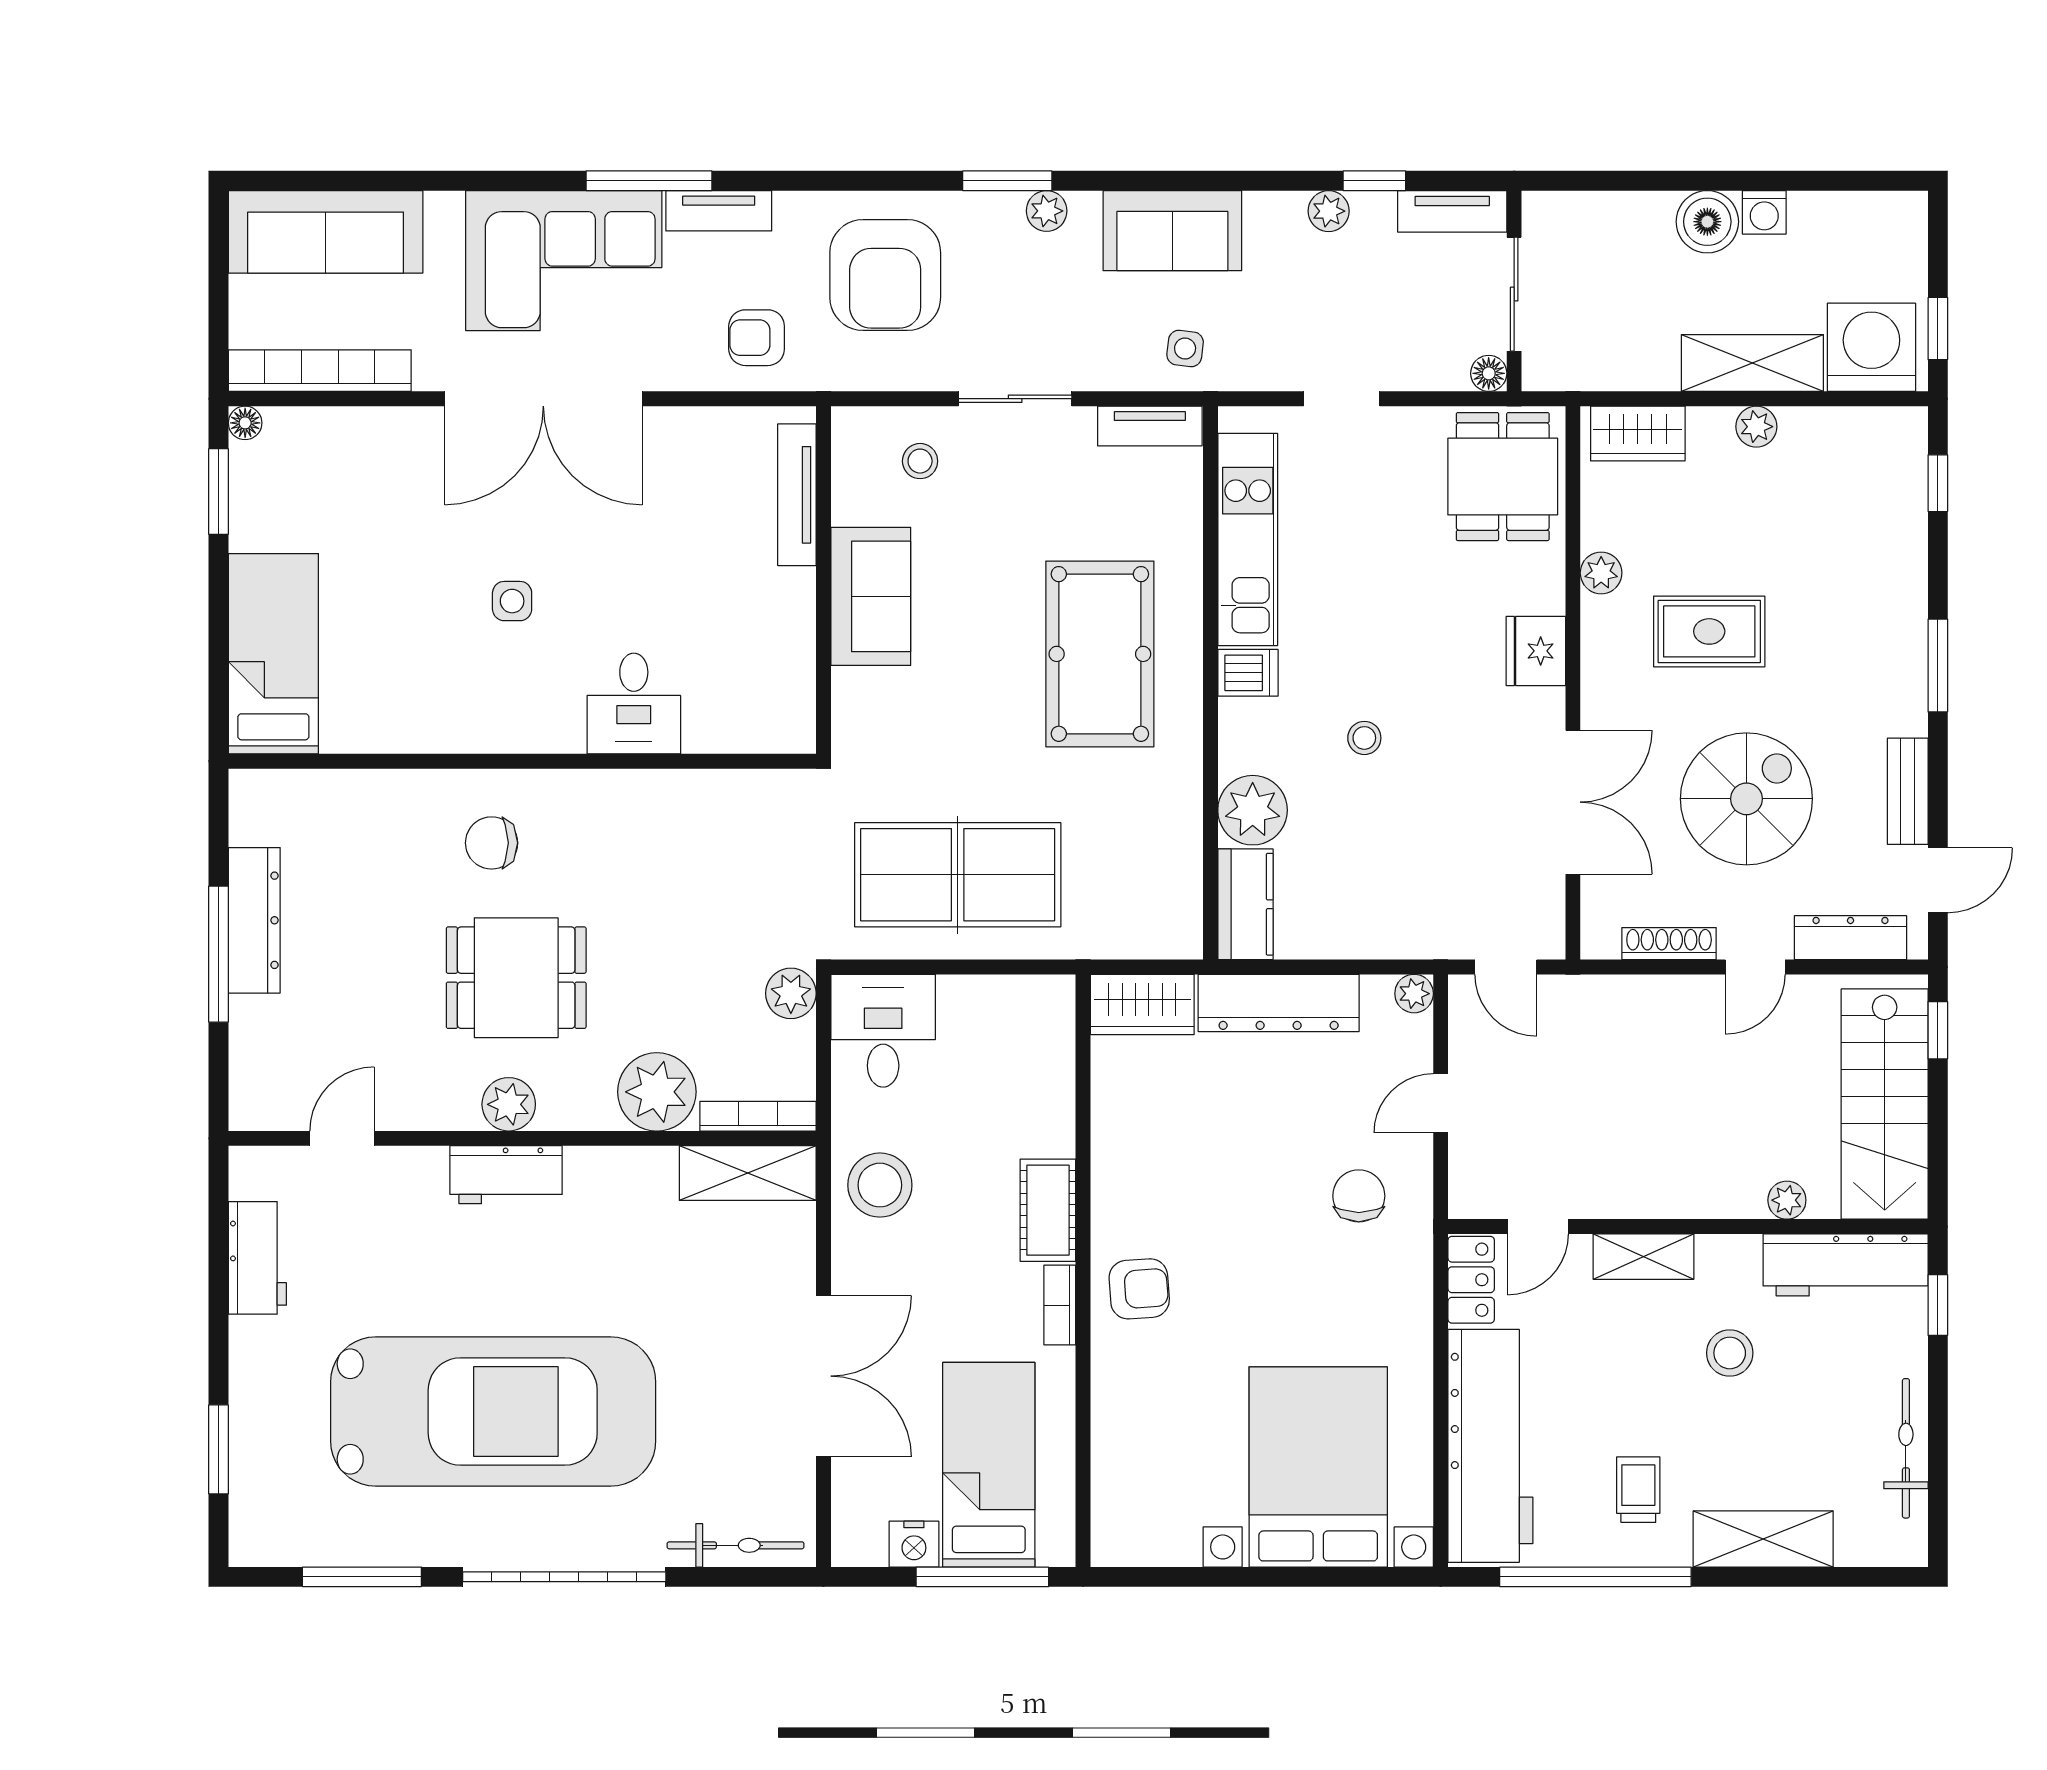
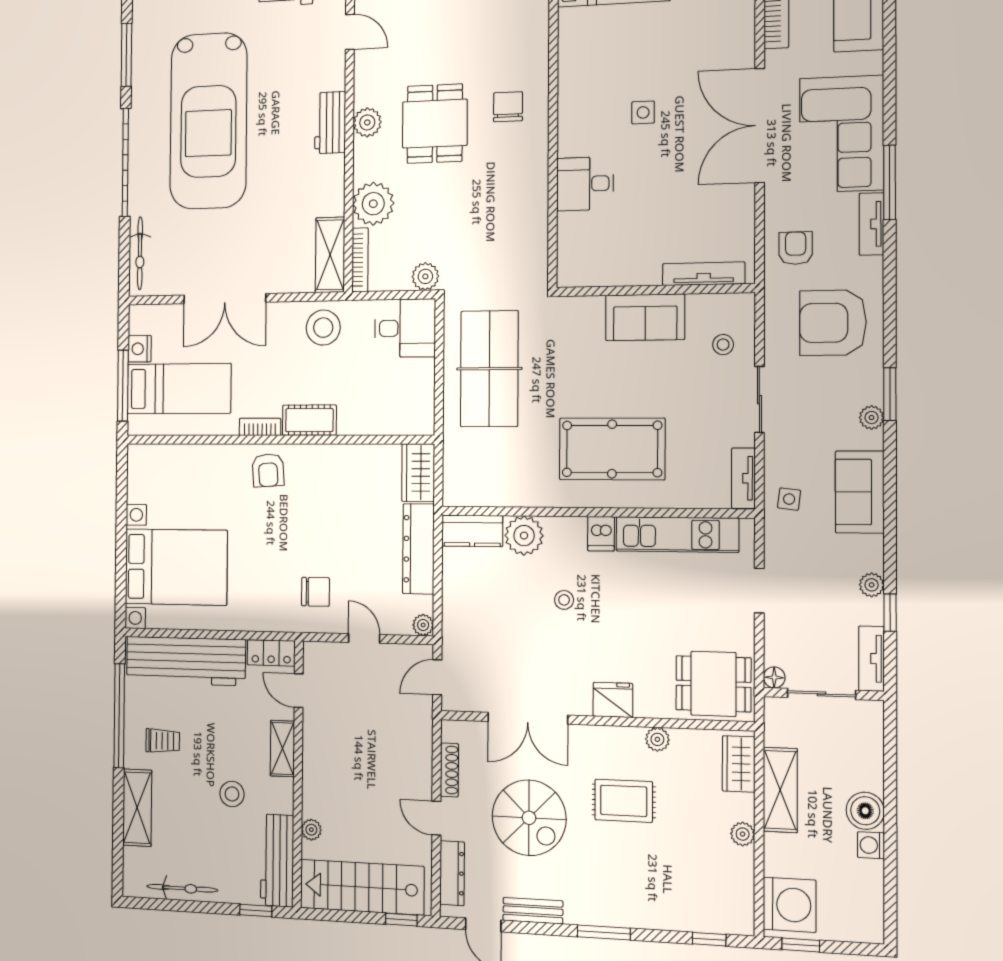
shelving: (1752, 363) -> (780, 790), moved
rug: (1709, 631) -> (624, 801), turned 90

